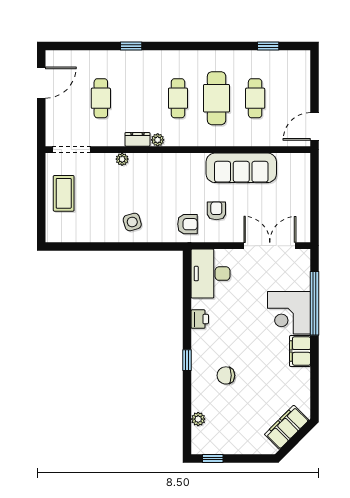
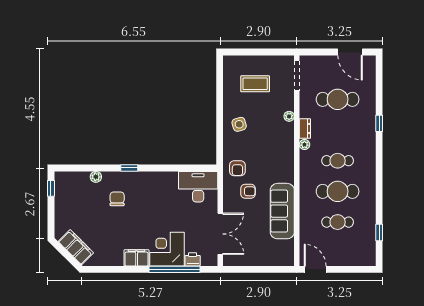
cafe table: (101, 98) -> (338, 99), width x1.37, depth x1.35
coffee table: (64, 193) -> (255, 84), moved
printer: (200, 319) -> (193, 259), moved, turned 180
plant: (198, 419) -> (96, 177), moved

